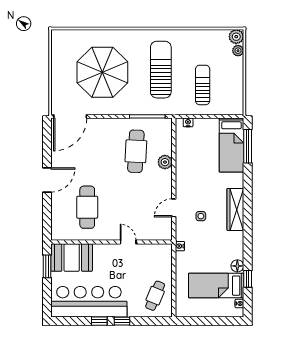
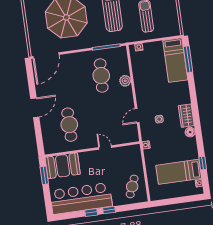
wardrobe: (235, 209) -> (186, 116), width x0.67
floor lamp: (237, 266) -> (190, 132), moved

